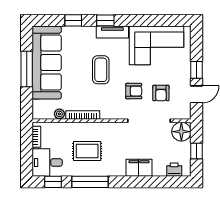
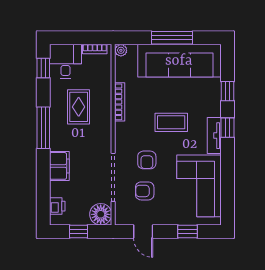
window: (196, 70) -> (188, 232), moved
plant: (59, 114) -> (121, 50), moved
window: (90, 182) -> (43, 128), moved

